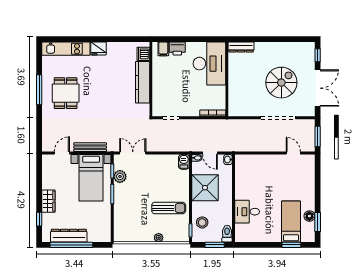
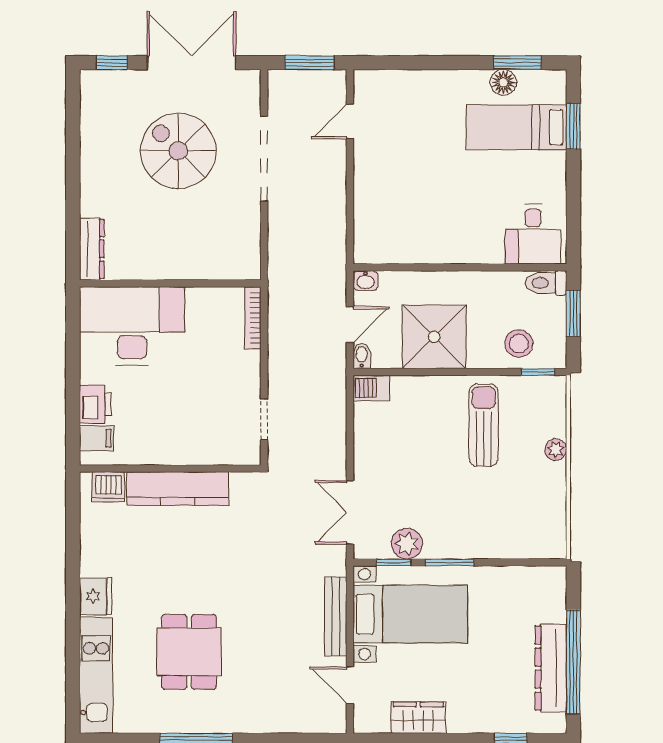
dining table: (66, 93) -> (189, 652), moved, turned 90
wardrobe: (48, 201) -> (418, 718), moved
desk: (247, 212) -> (533, 234), moved

